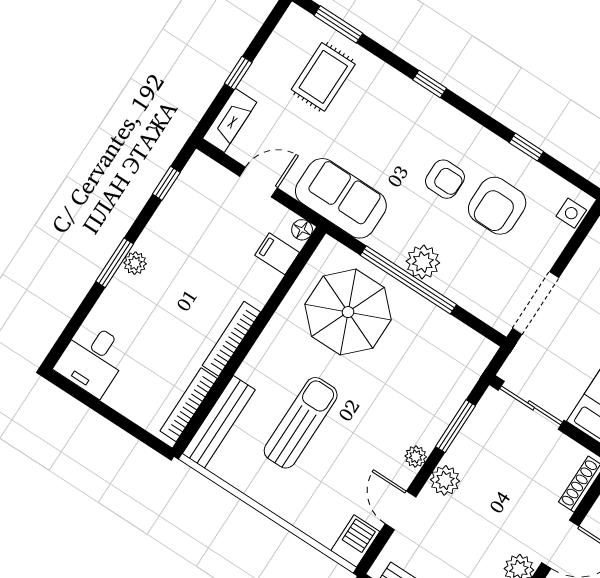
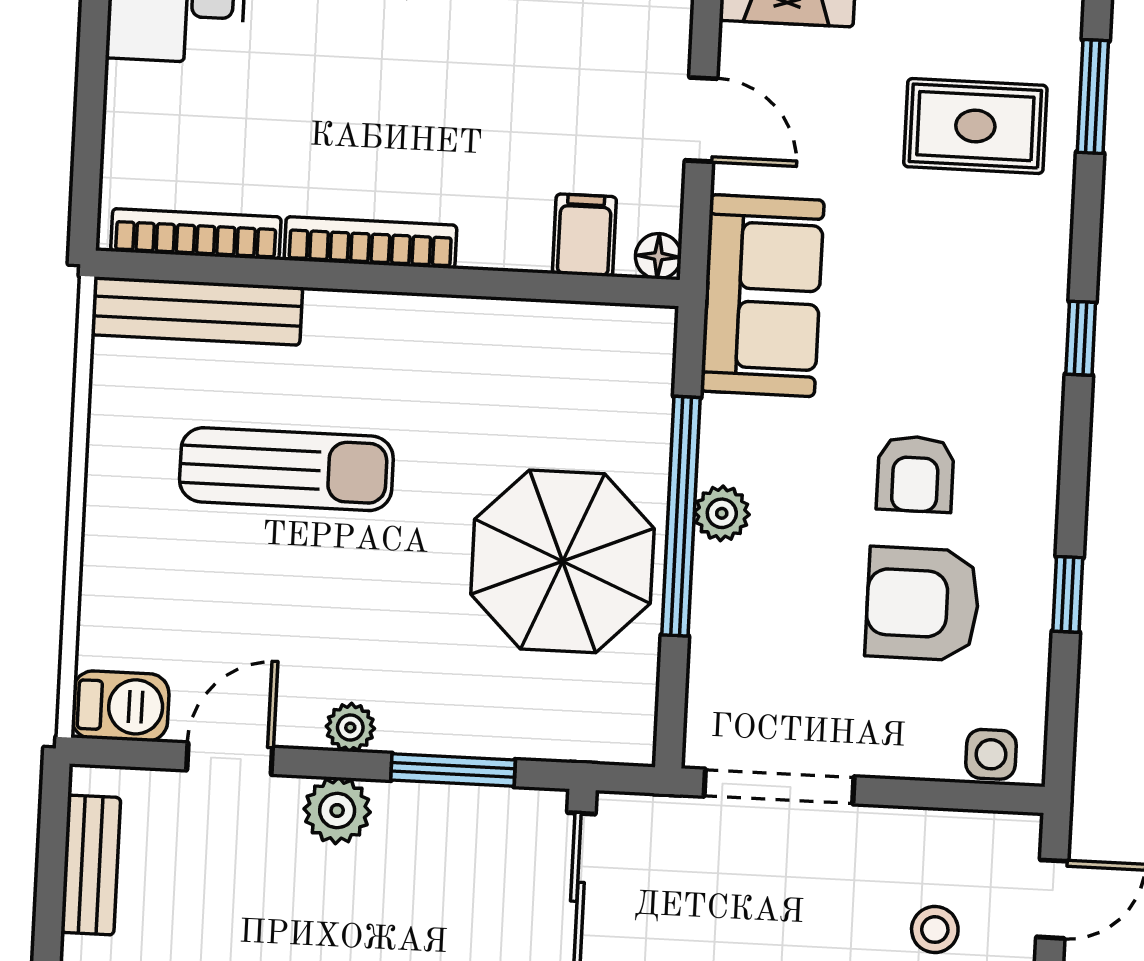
plant: (423, 262) -> (722, 513), width x0.73, depth x0.73
parasol: (348, 312) -> (562, 561), moved

